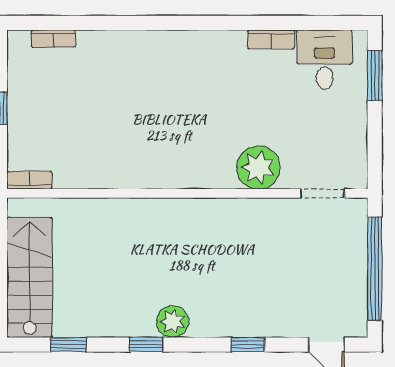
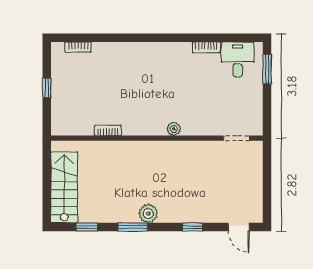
plant: (258, 168) -> (174, 129), moved, width x0.53, depth x0.53
bookcase: (29, 180) -> (108, 130), moved
window: (375, 269) -> (267, 182), removed
window: (146, 345) -> (133, 227), width x1.50

